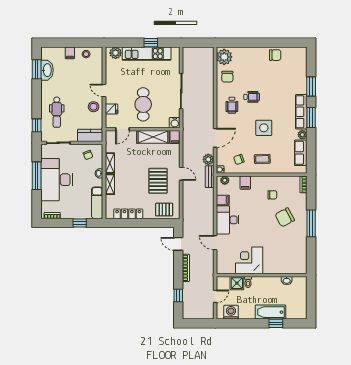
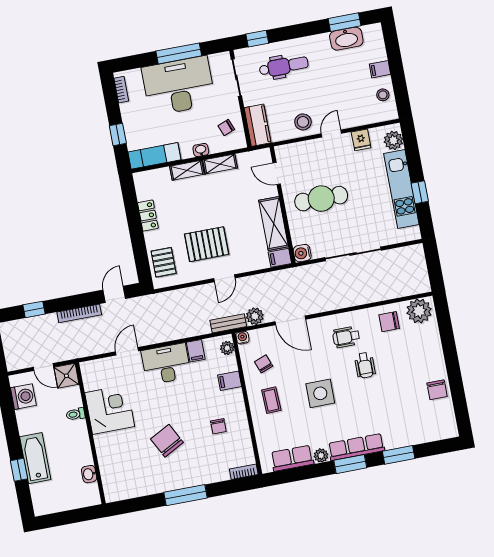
fridge: (111, 109) -> (361, 140), moved
dental chair: (57, 112) -> (284, 66), turned 180
locker: (128, 214) -> (148, 216), width x0.66
chair: (285, 217) -> (167, 441), moved
shower: (237, 283) -> (66, 376), moved

